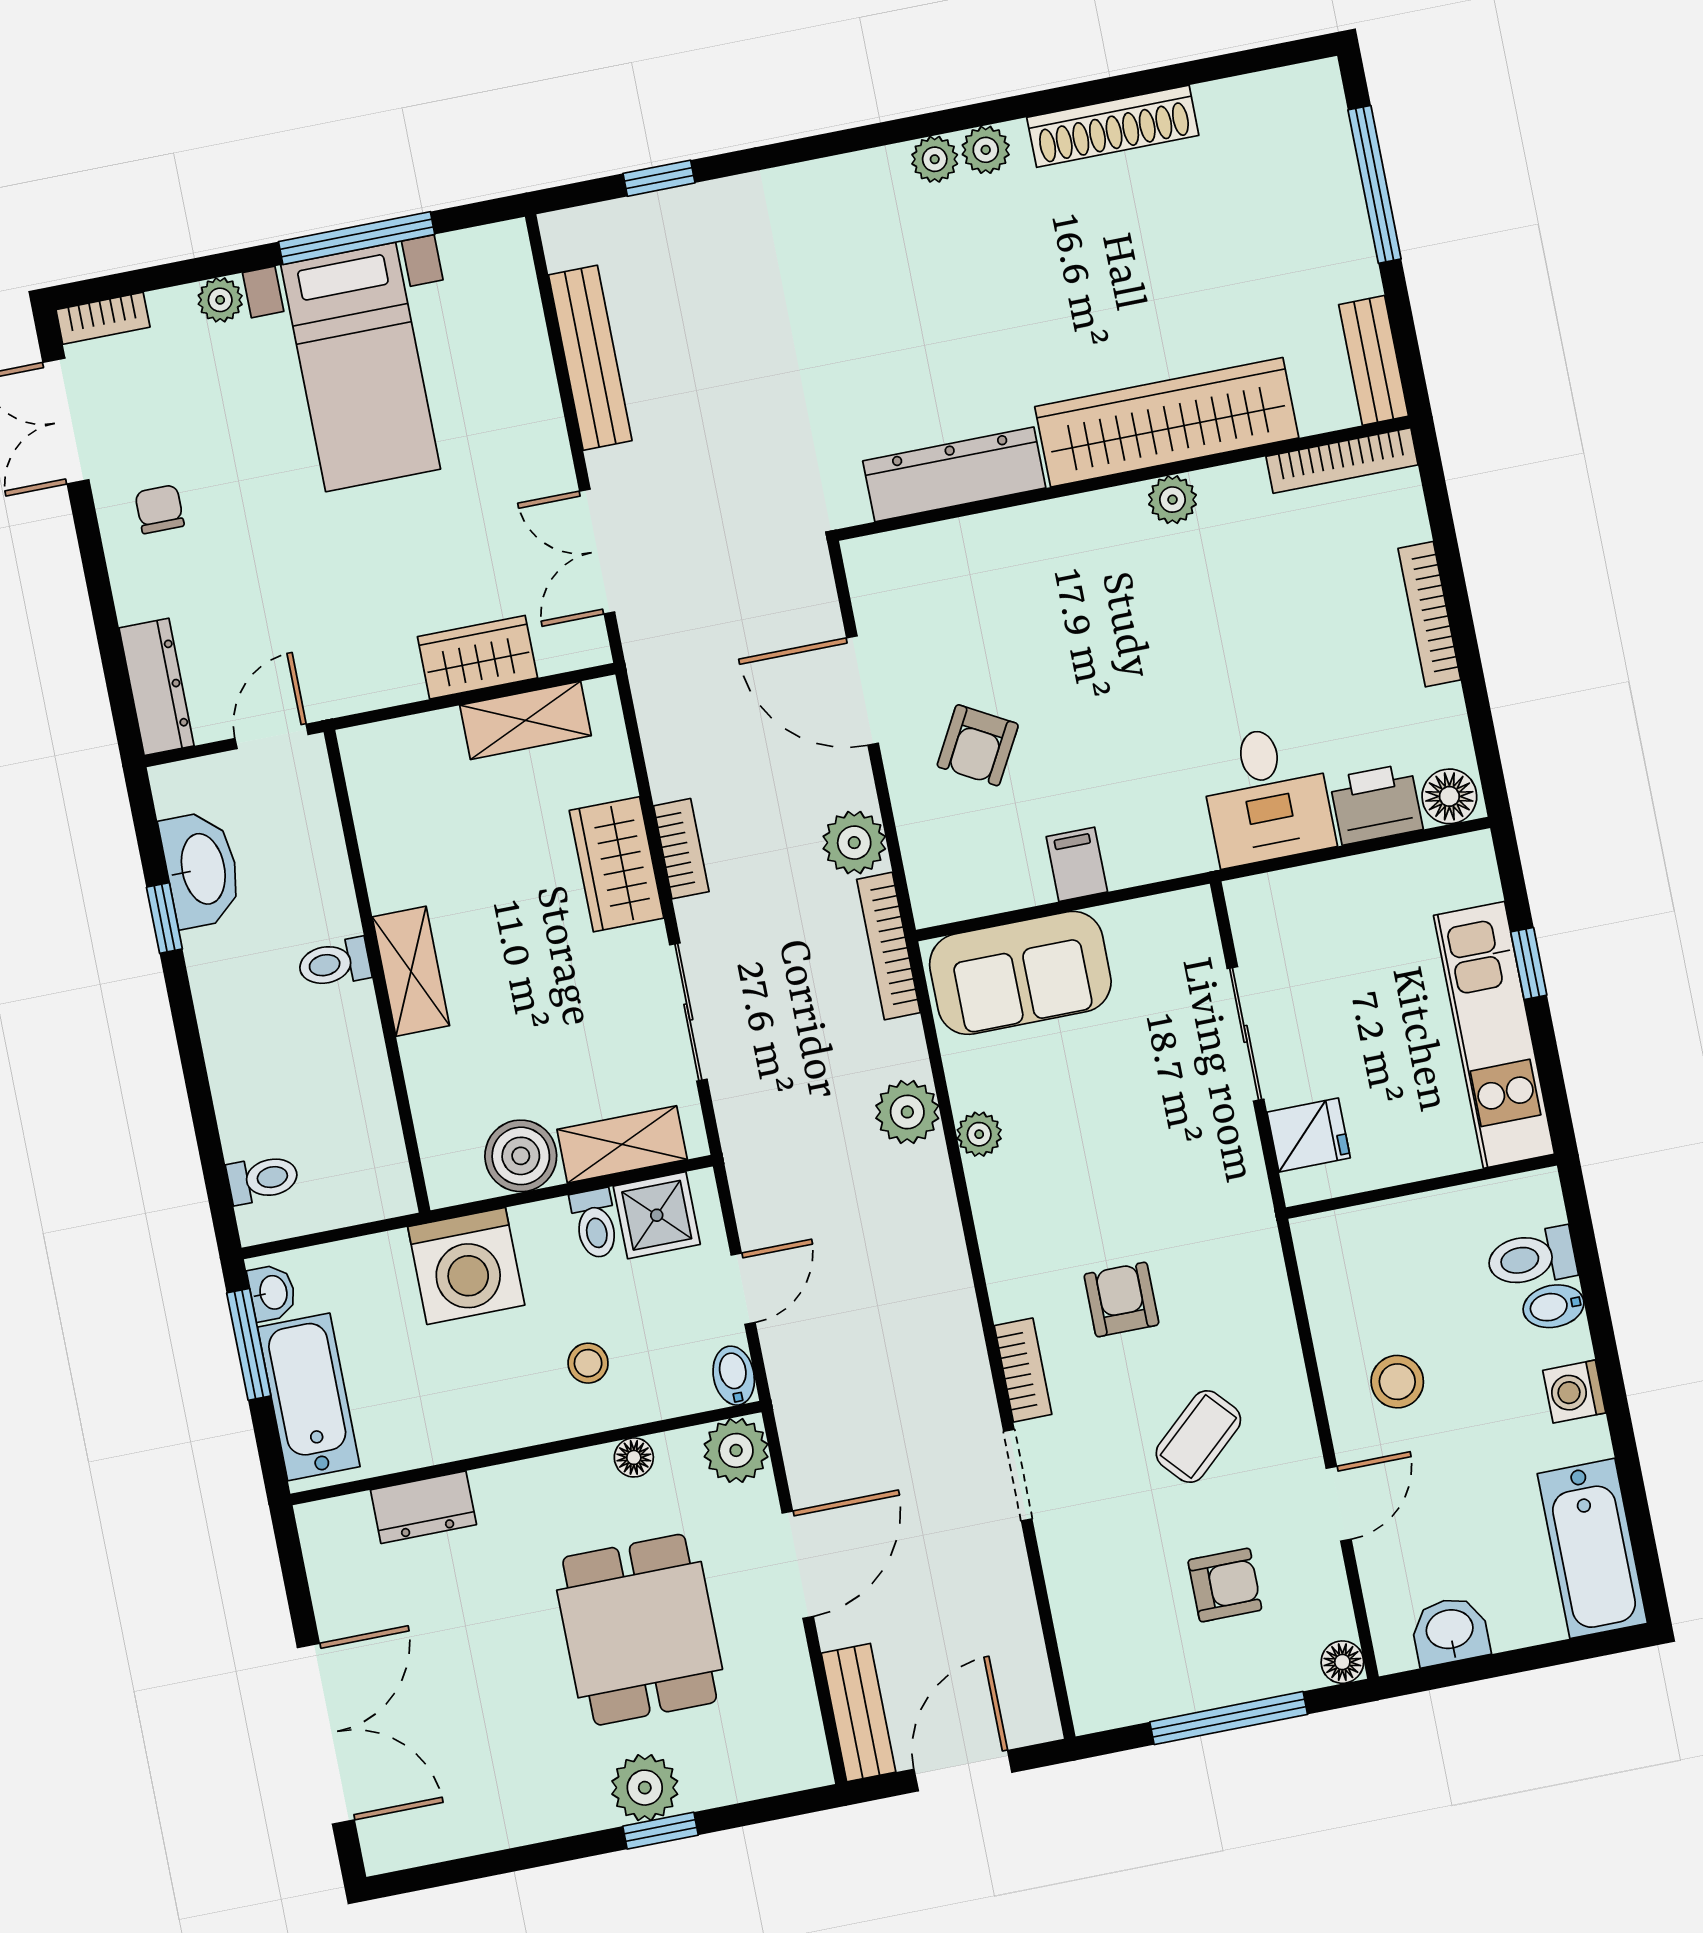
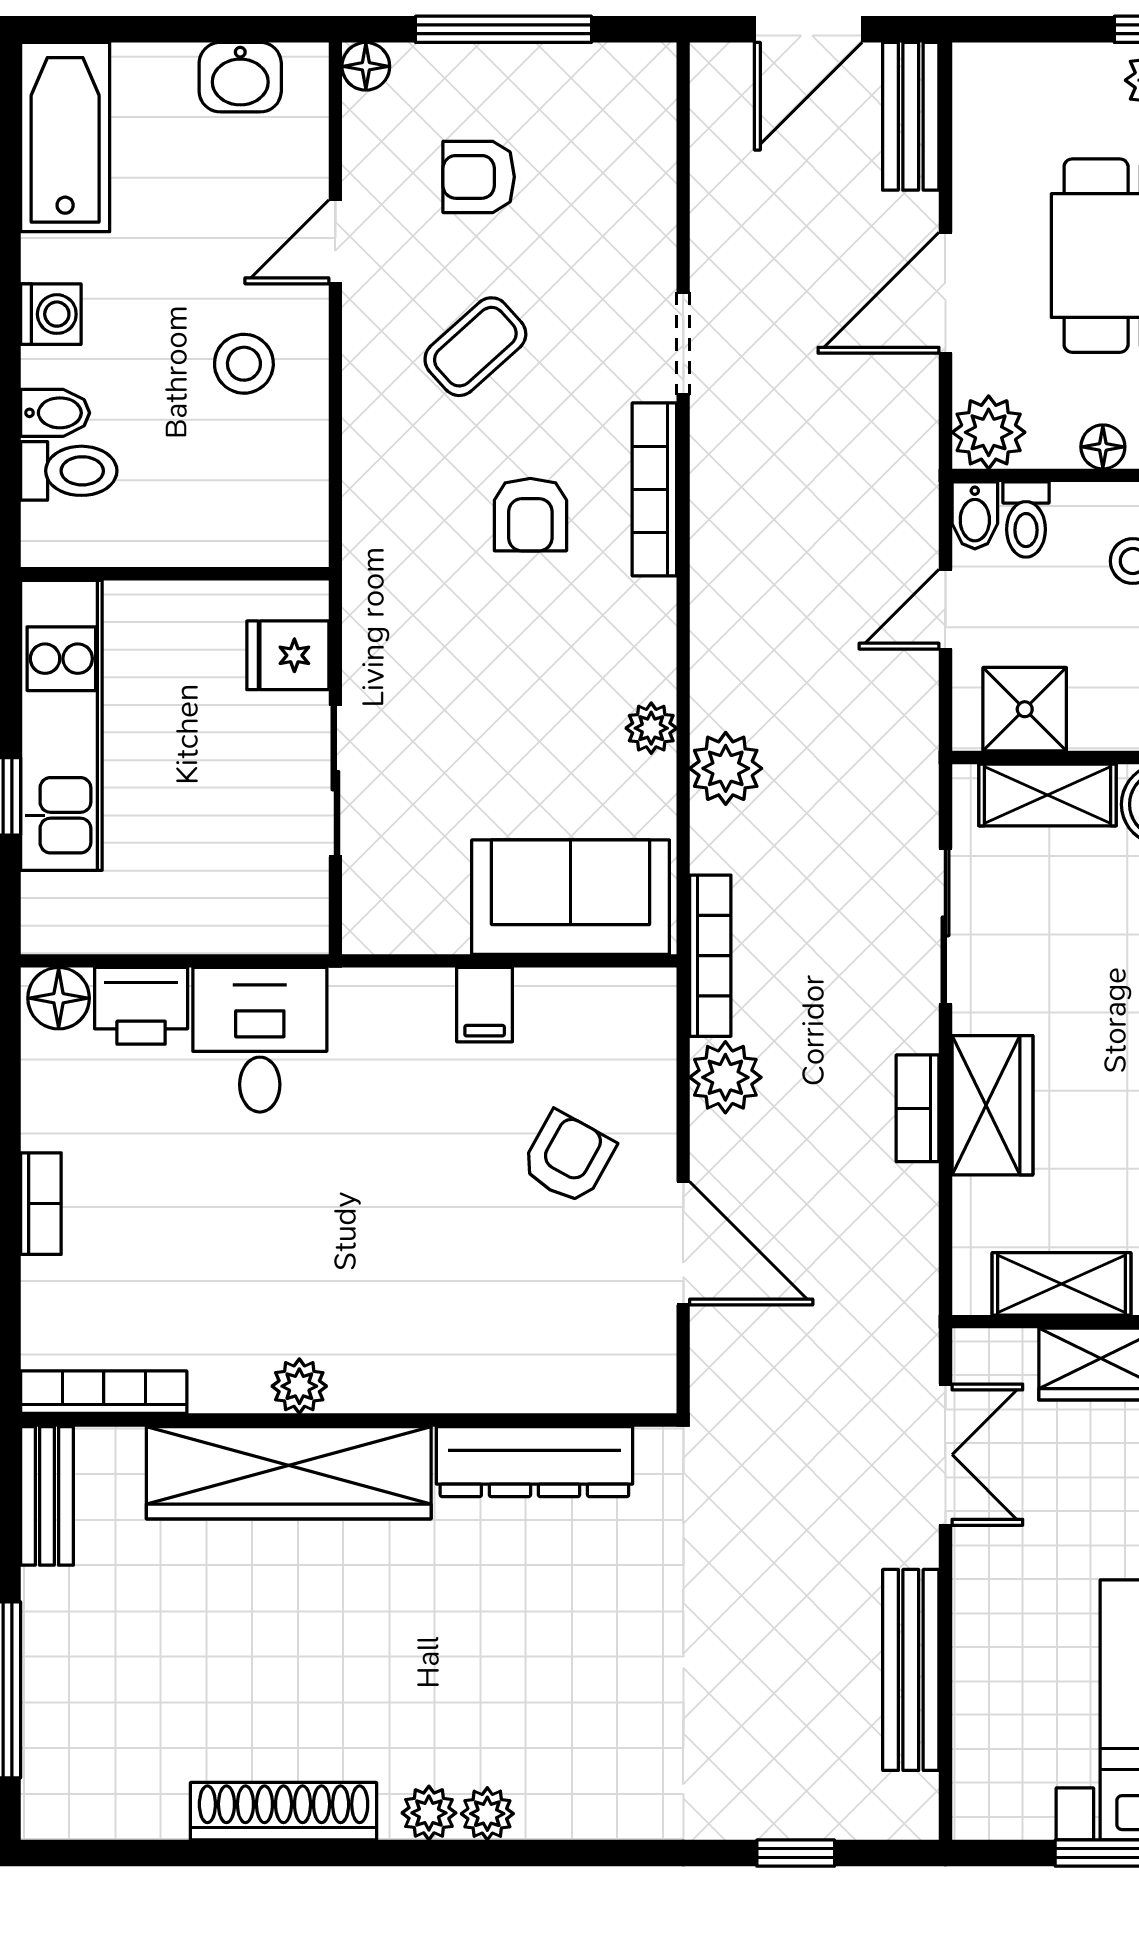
bookcase: (1429, 614) -> (41, 1204), width x0.64
toilet: (595, 1224) -> (1026, 520), moved, turned 180
bookcase: (1023, 1370) -> (654, 489), width x1.56

